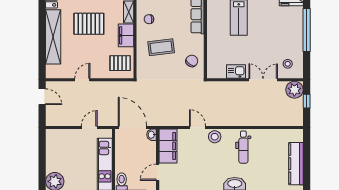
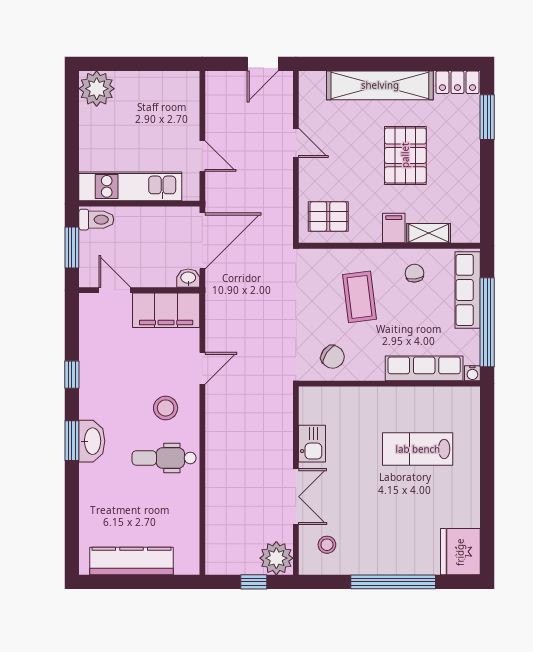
filing cabinet: (126, 35) -> (394, 228), width x0.50
pallet: (120, 63) -> (328, 217), turned 90
stool: (215, 137) -> (166, 408), moved

